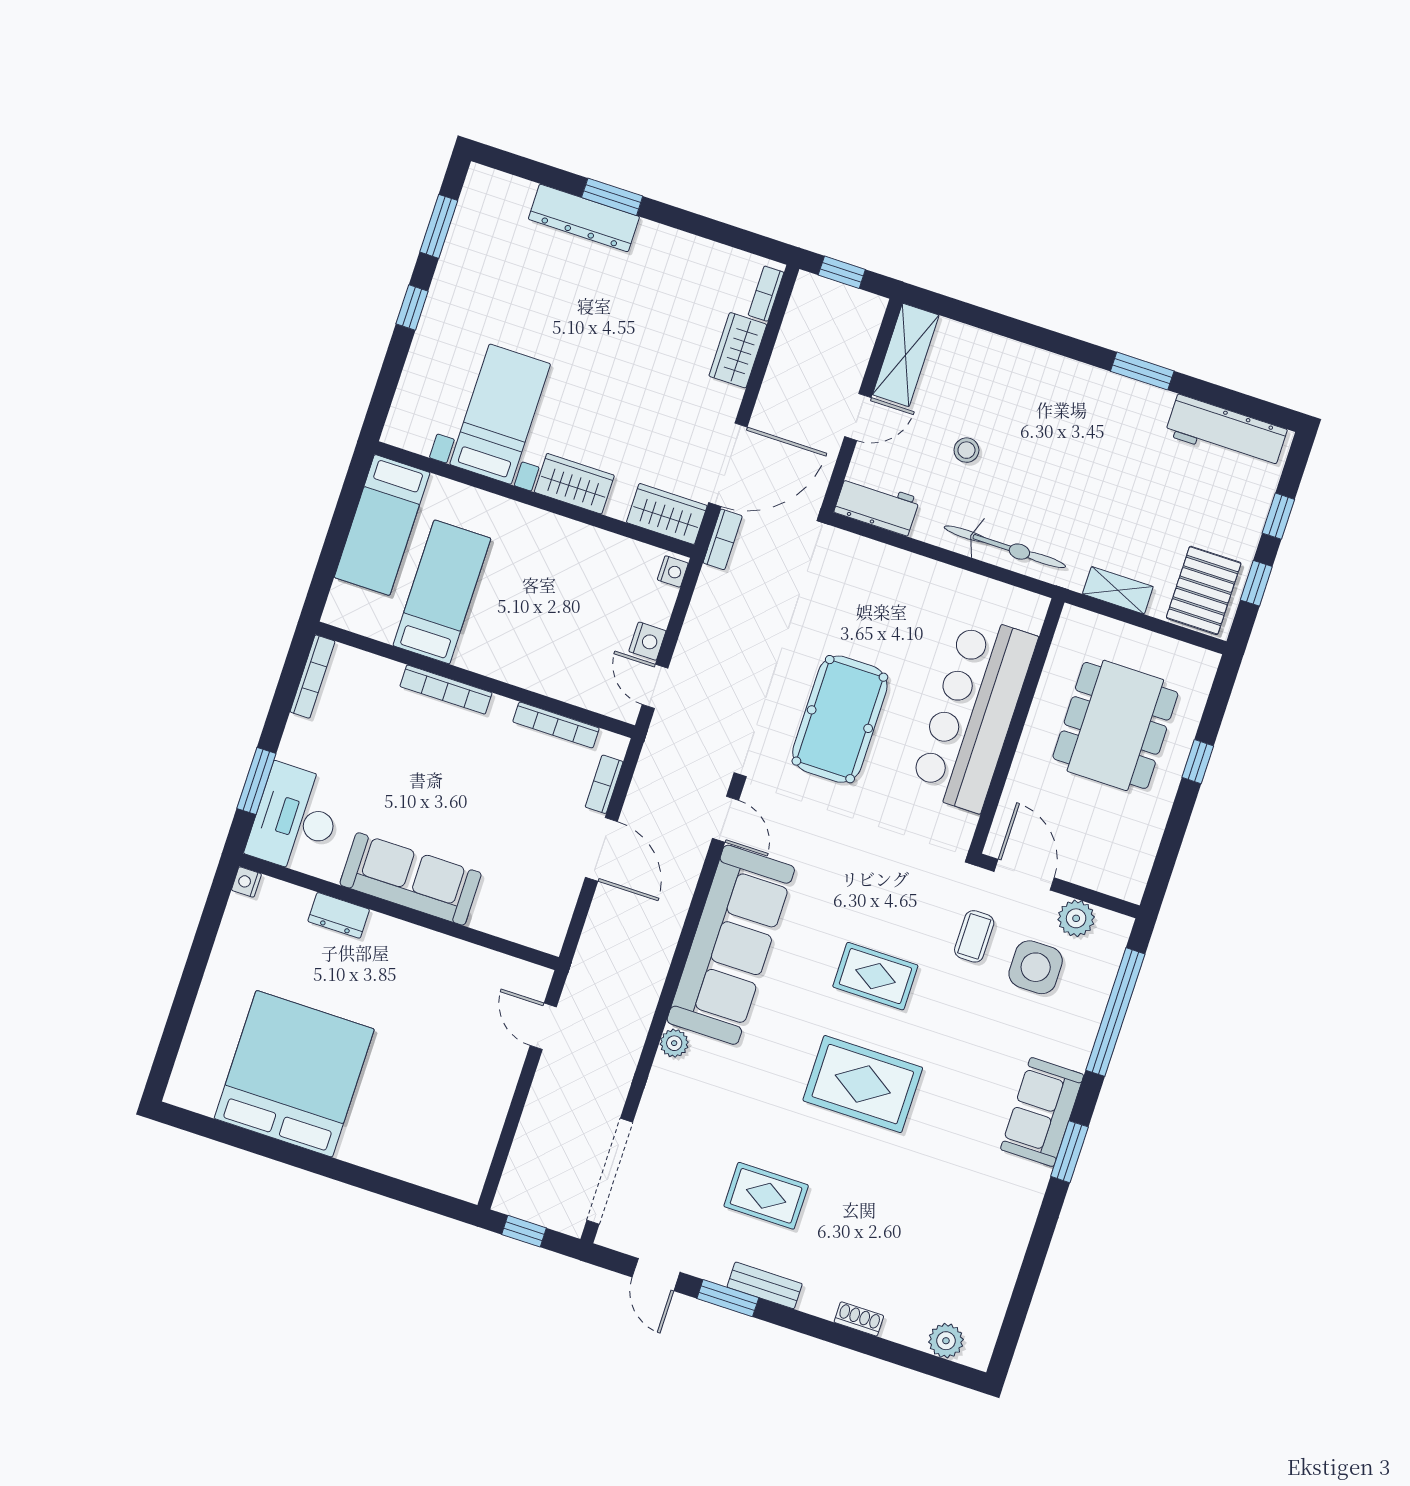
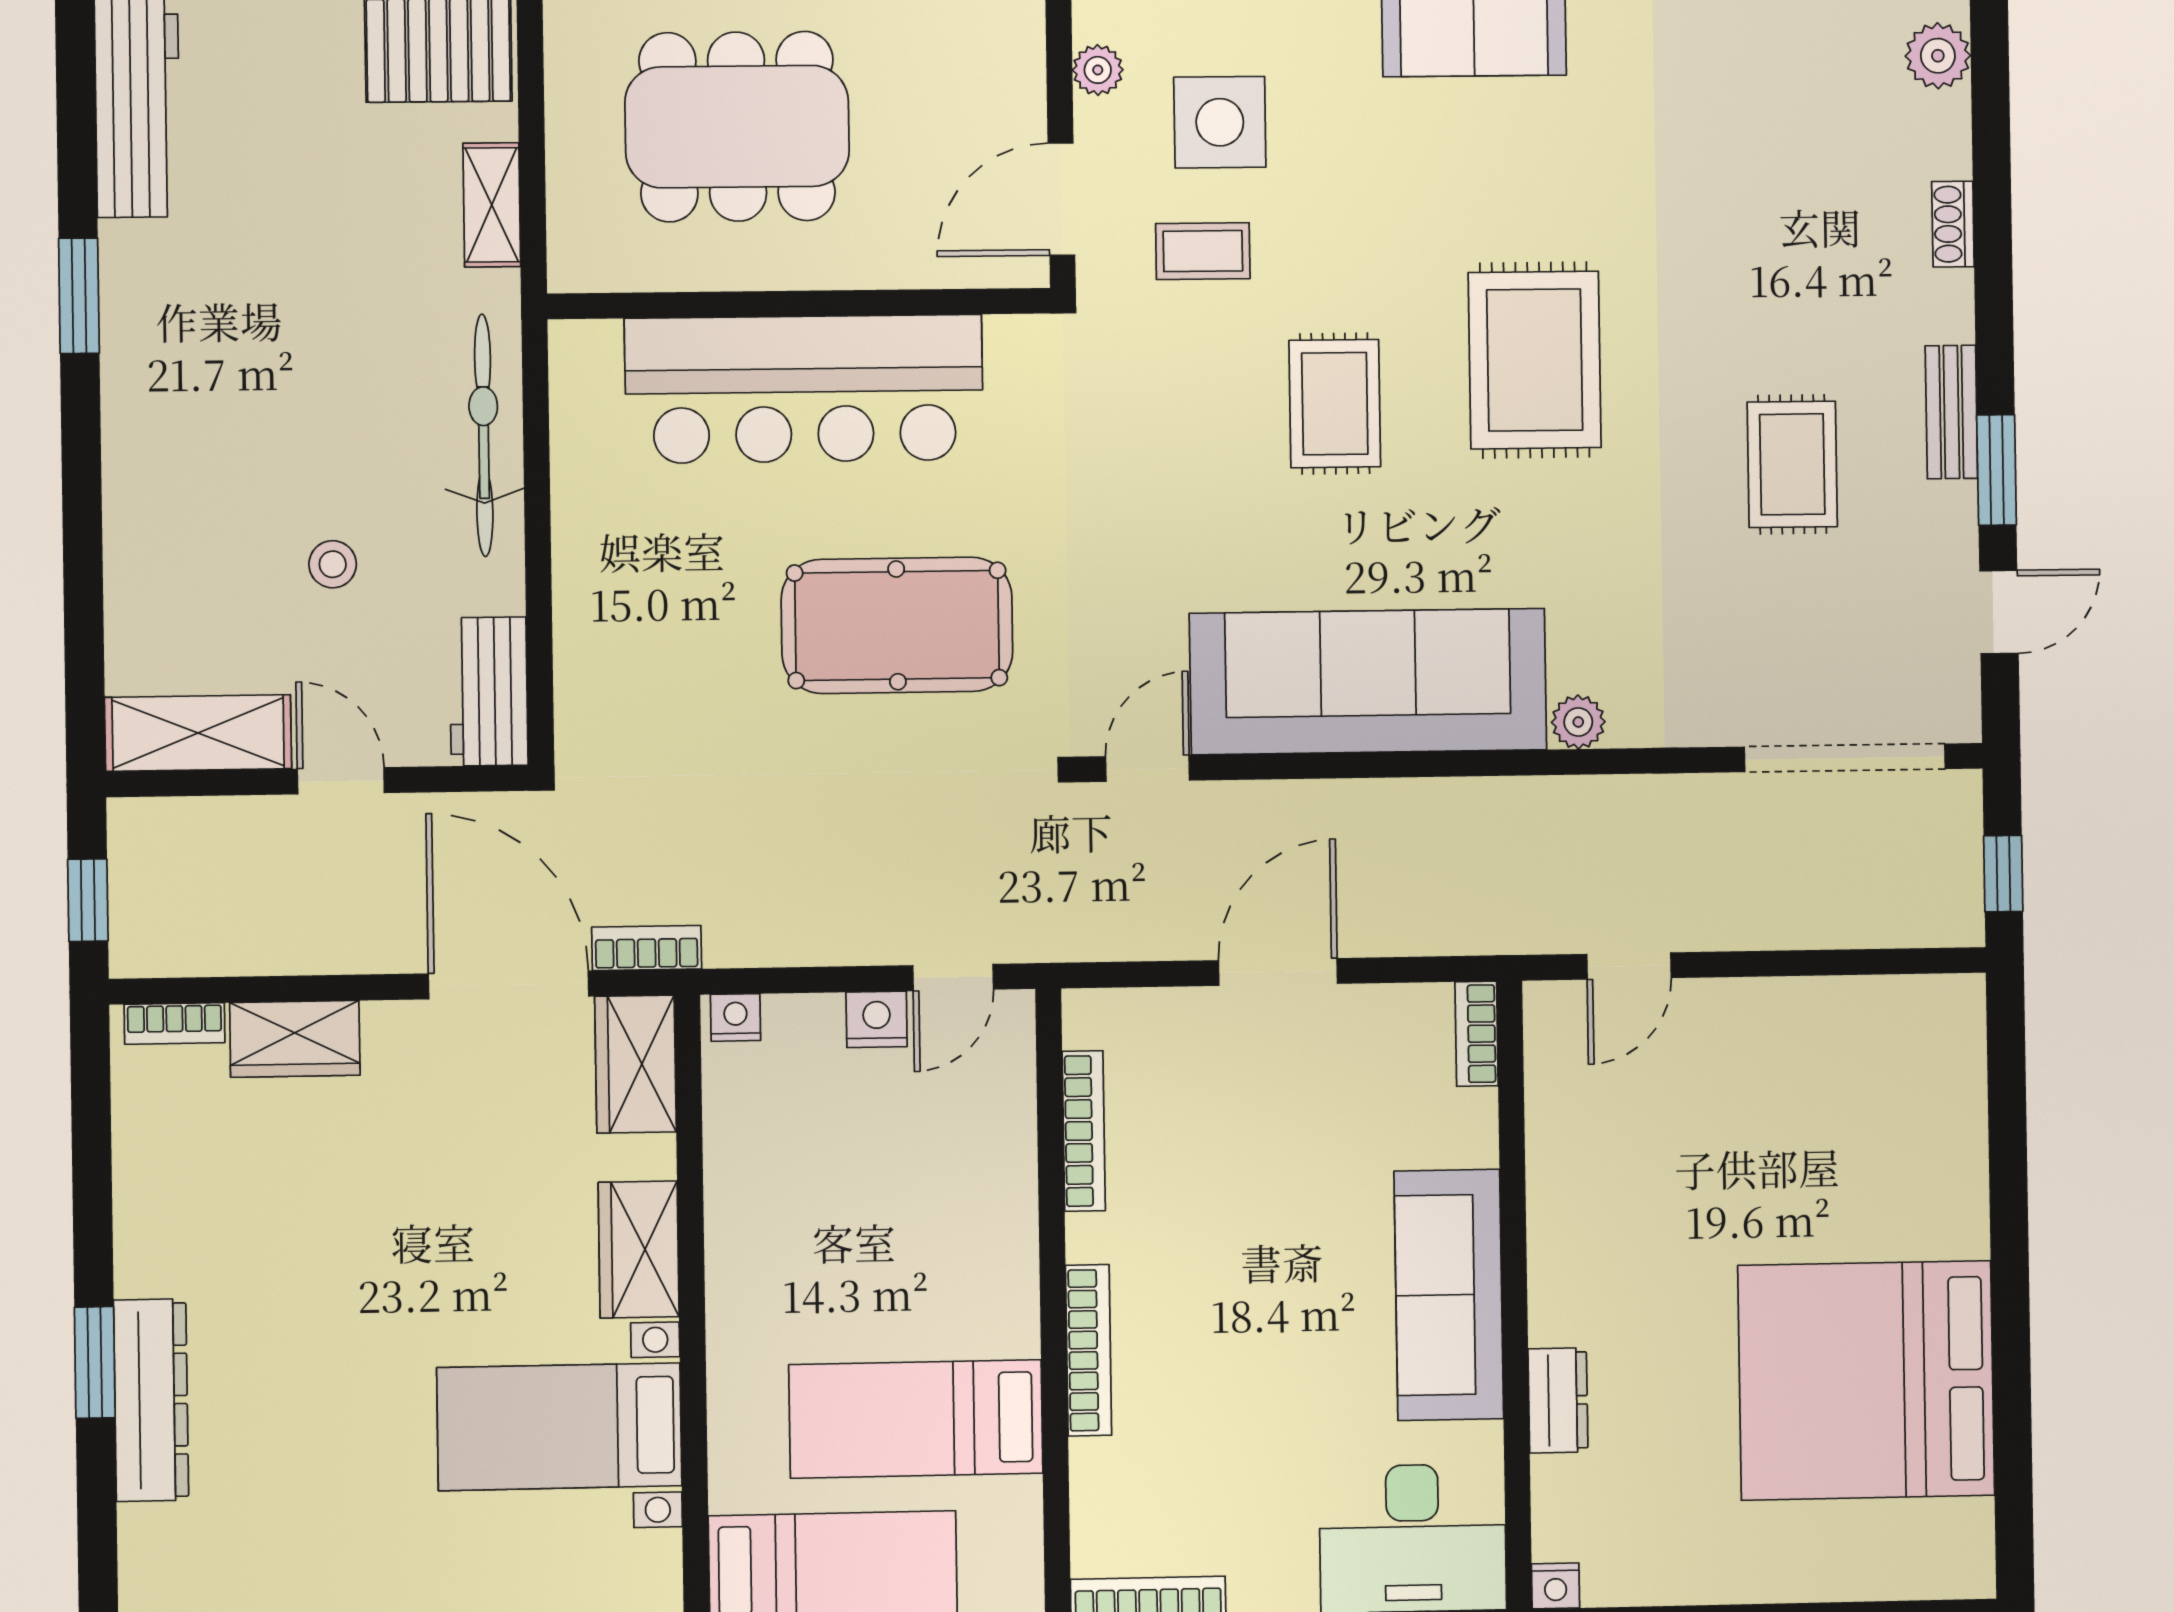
bookcase: (604, 784) -> (1477, 1034), moved, turned 90
plant: (1076, 918) -> (1098, 70), width x0.73, depth x0.73

